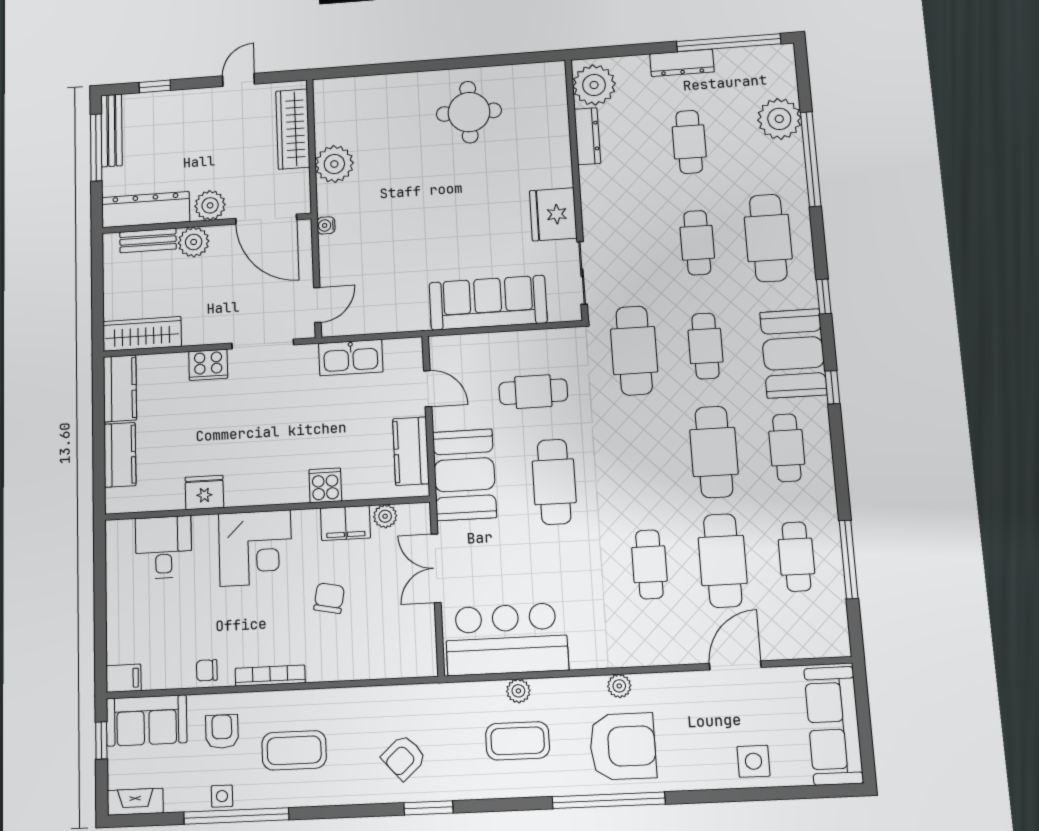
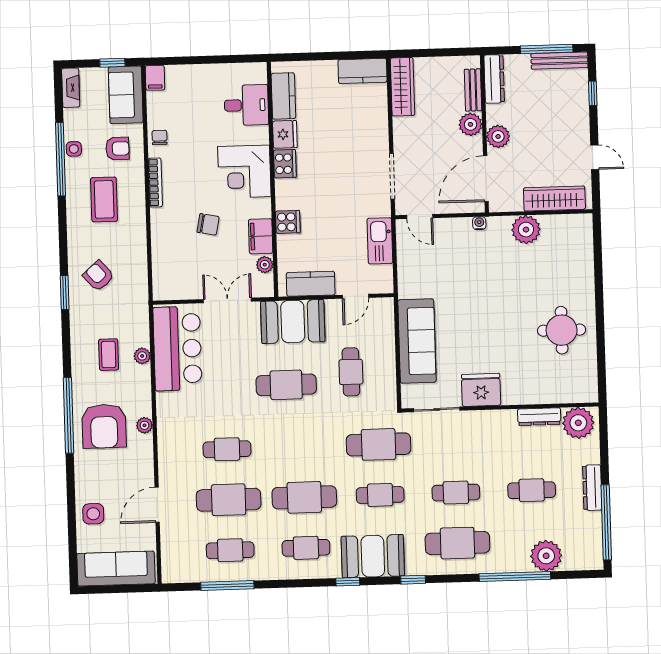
dresser: (146, 210) -> (494, 79), width x0.73, depth x0.80
cooker: (208, 365) -> (285, 164), moved, turned 180
kitchen counter: (120, 455) -> (283, 96), moved, turned -90
door: (735, 665) -> (157, 505), swing flipped
coffee table: (518, 741) -> (109, 355), width x0.73, depth x0.77

